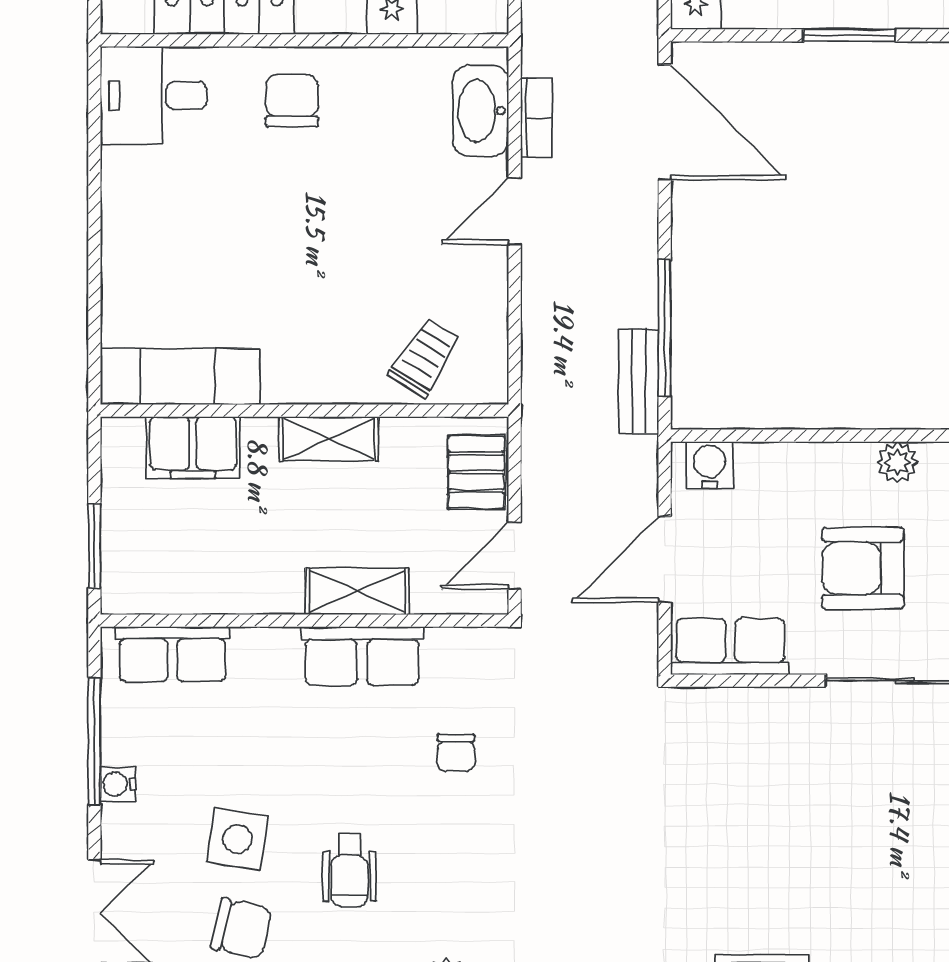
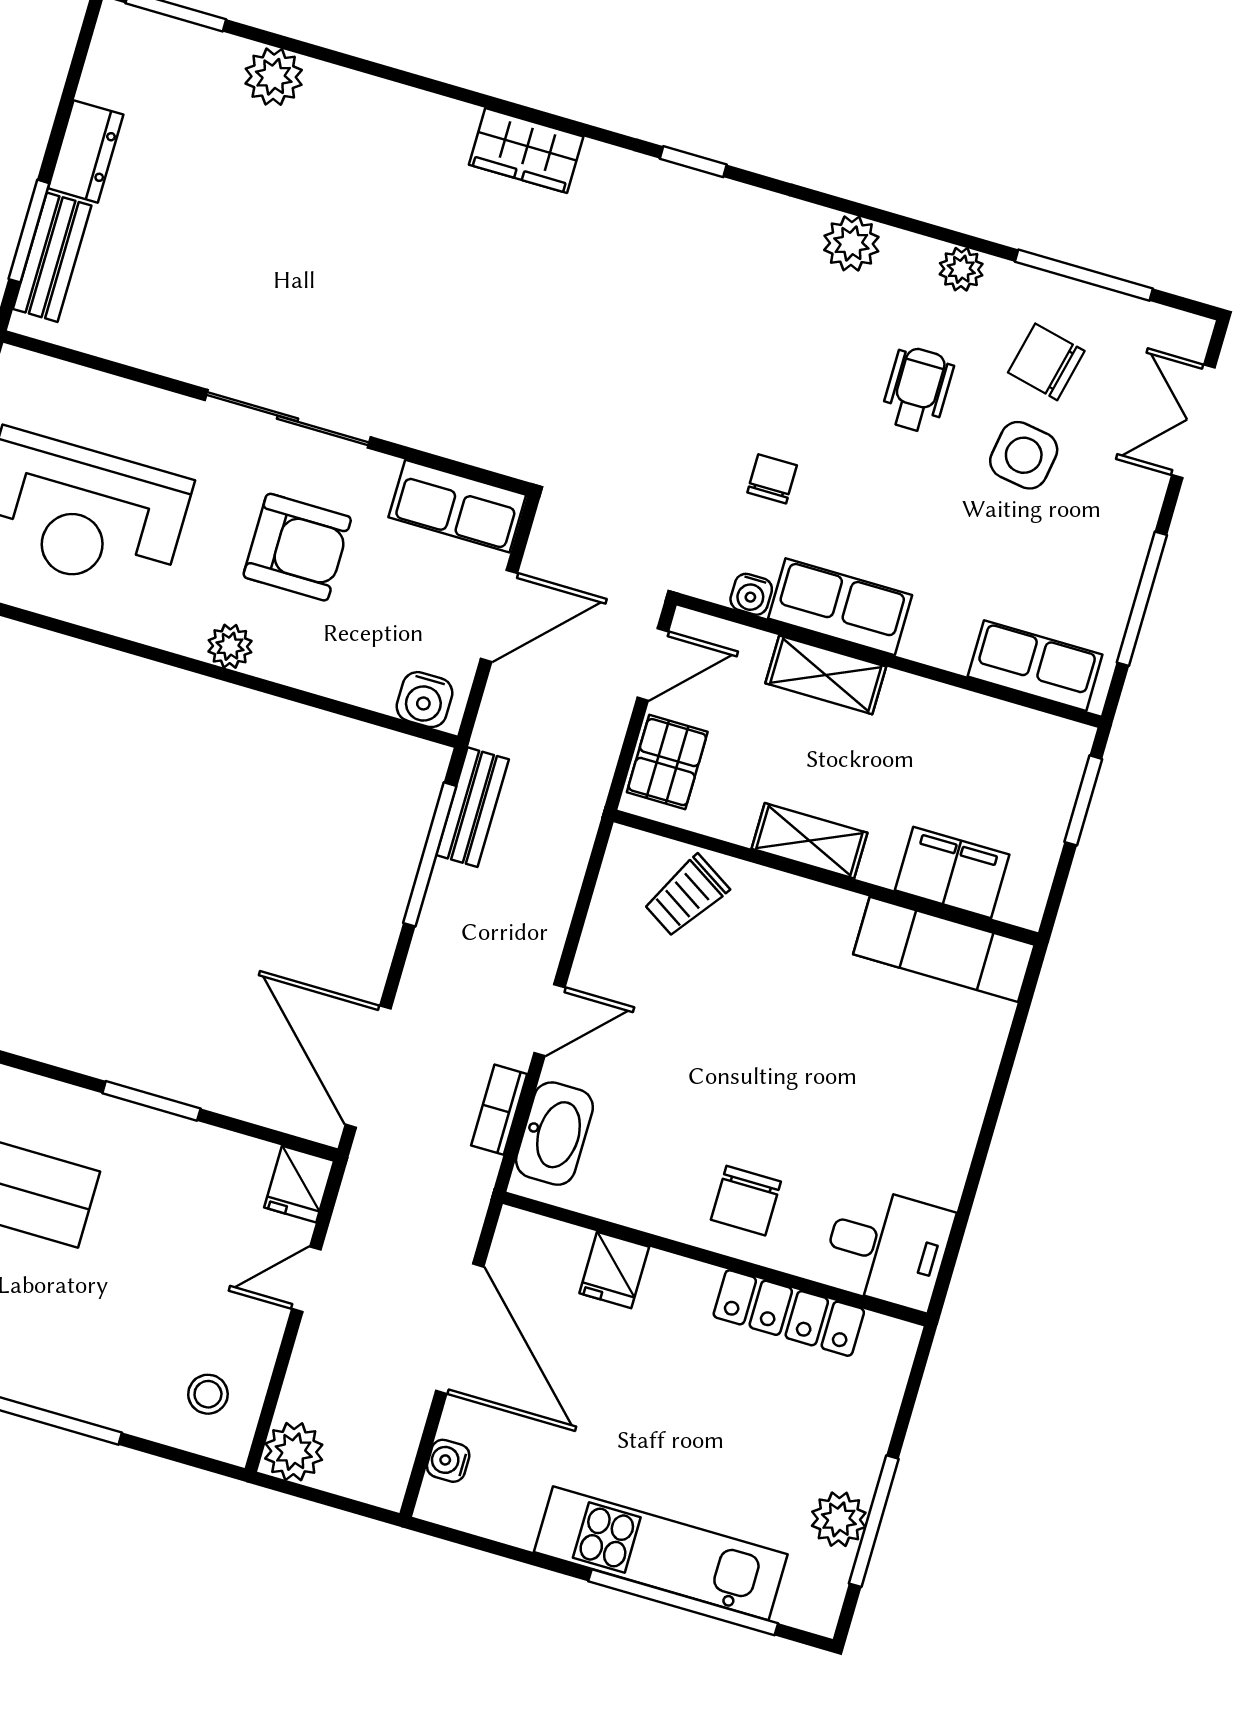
water cooler: (118, 784) -> (751, 594), moved, turned 90

